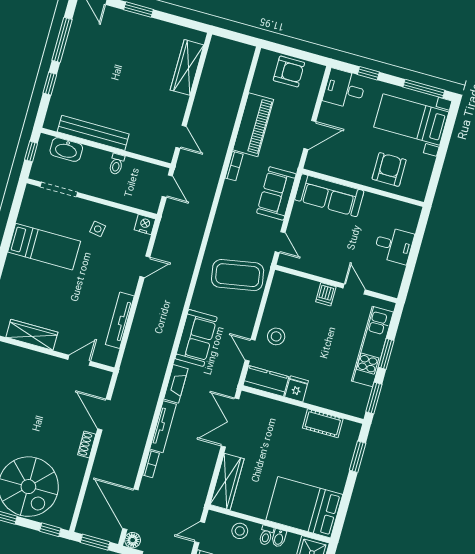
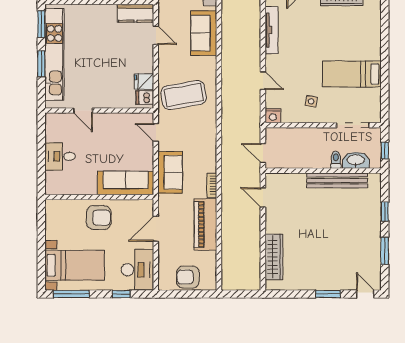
window: (62, 40) -> (385, 251), width x0.69
desk: (345, 89) -> (137, 270), width x1.37
toilet: (117, 164) -> (336, 160), moved
armchair: (389, 169) -> (99, 218), moved, turned -90
door: (145, 267) -> (263, 81), swing flipped
dishwasher: (326, 294) -> (145, 98), moved, turned -90
stool: (276, 336) -> (137, 53), removed
kitchen unit: (372, 346) -> (54, 54), width x1.36
fridge: (297, 389) -> (144, 82), moved, turned 90

